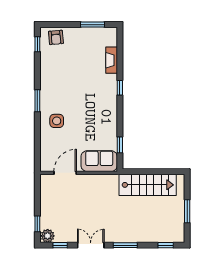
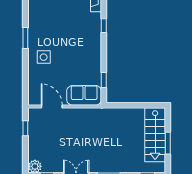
door: (65, 173) -> (52, 107), hinge flipped
stairs: (148, 185) -> (155, 135), moved, turned 90
window: (37, 224) -> (25, 128), moved

